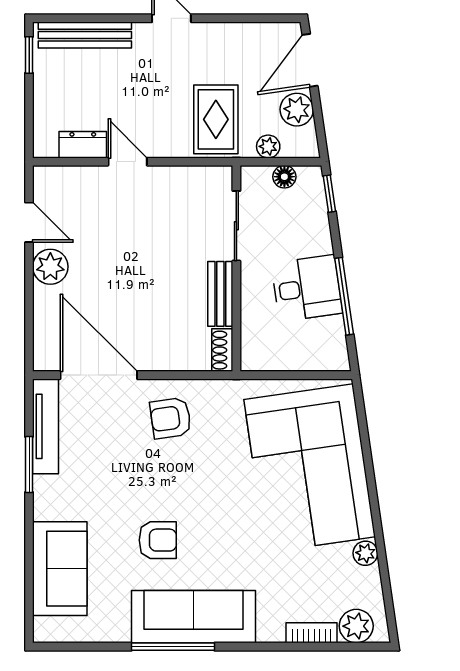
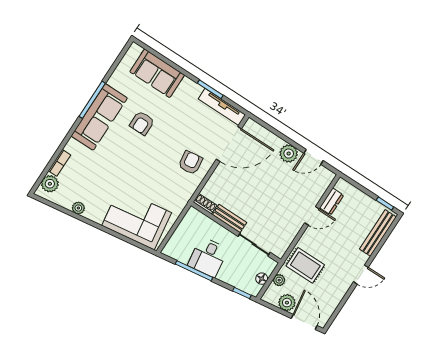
corner sofa: (310, 468) -> (137, 219), width x0.73, depth x0.74

